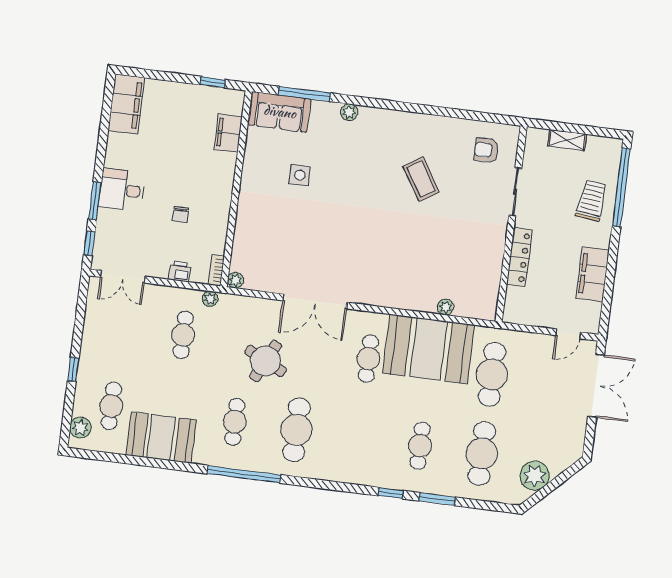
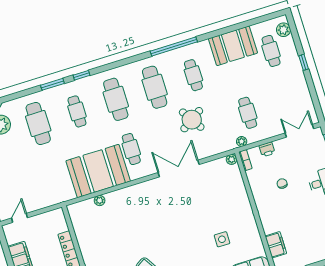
round table: (266, 361) -> (192, 120), turned 31
cafe table: (492, 374) -> (116, 99), moved

